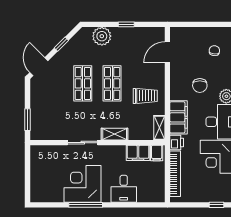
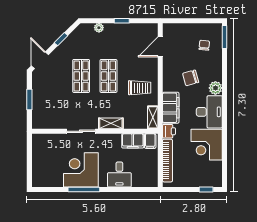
plant: (102, 36) -> (99, 28), width x0.53, depth x0.53
chair: (200, 85) -> (191, 78), turned 74
window: (28, 120) -> (29, 99), moved

